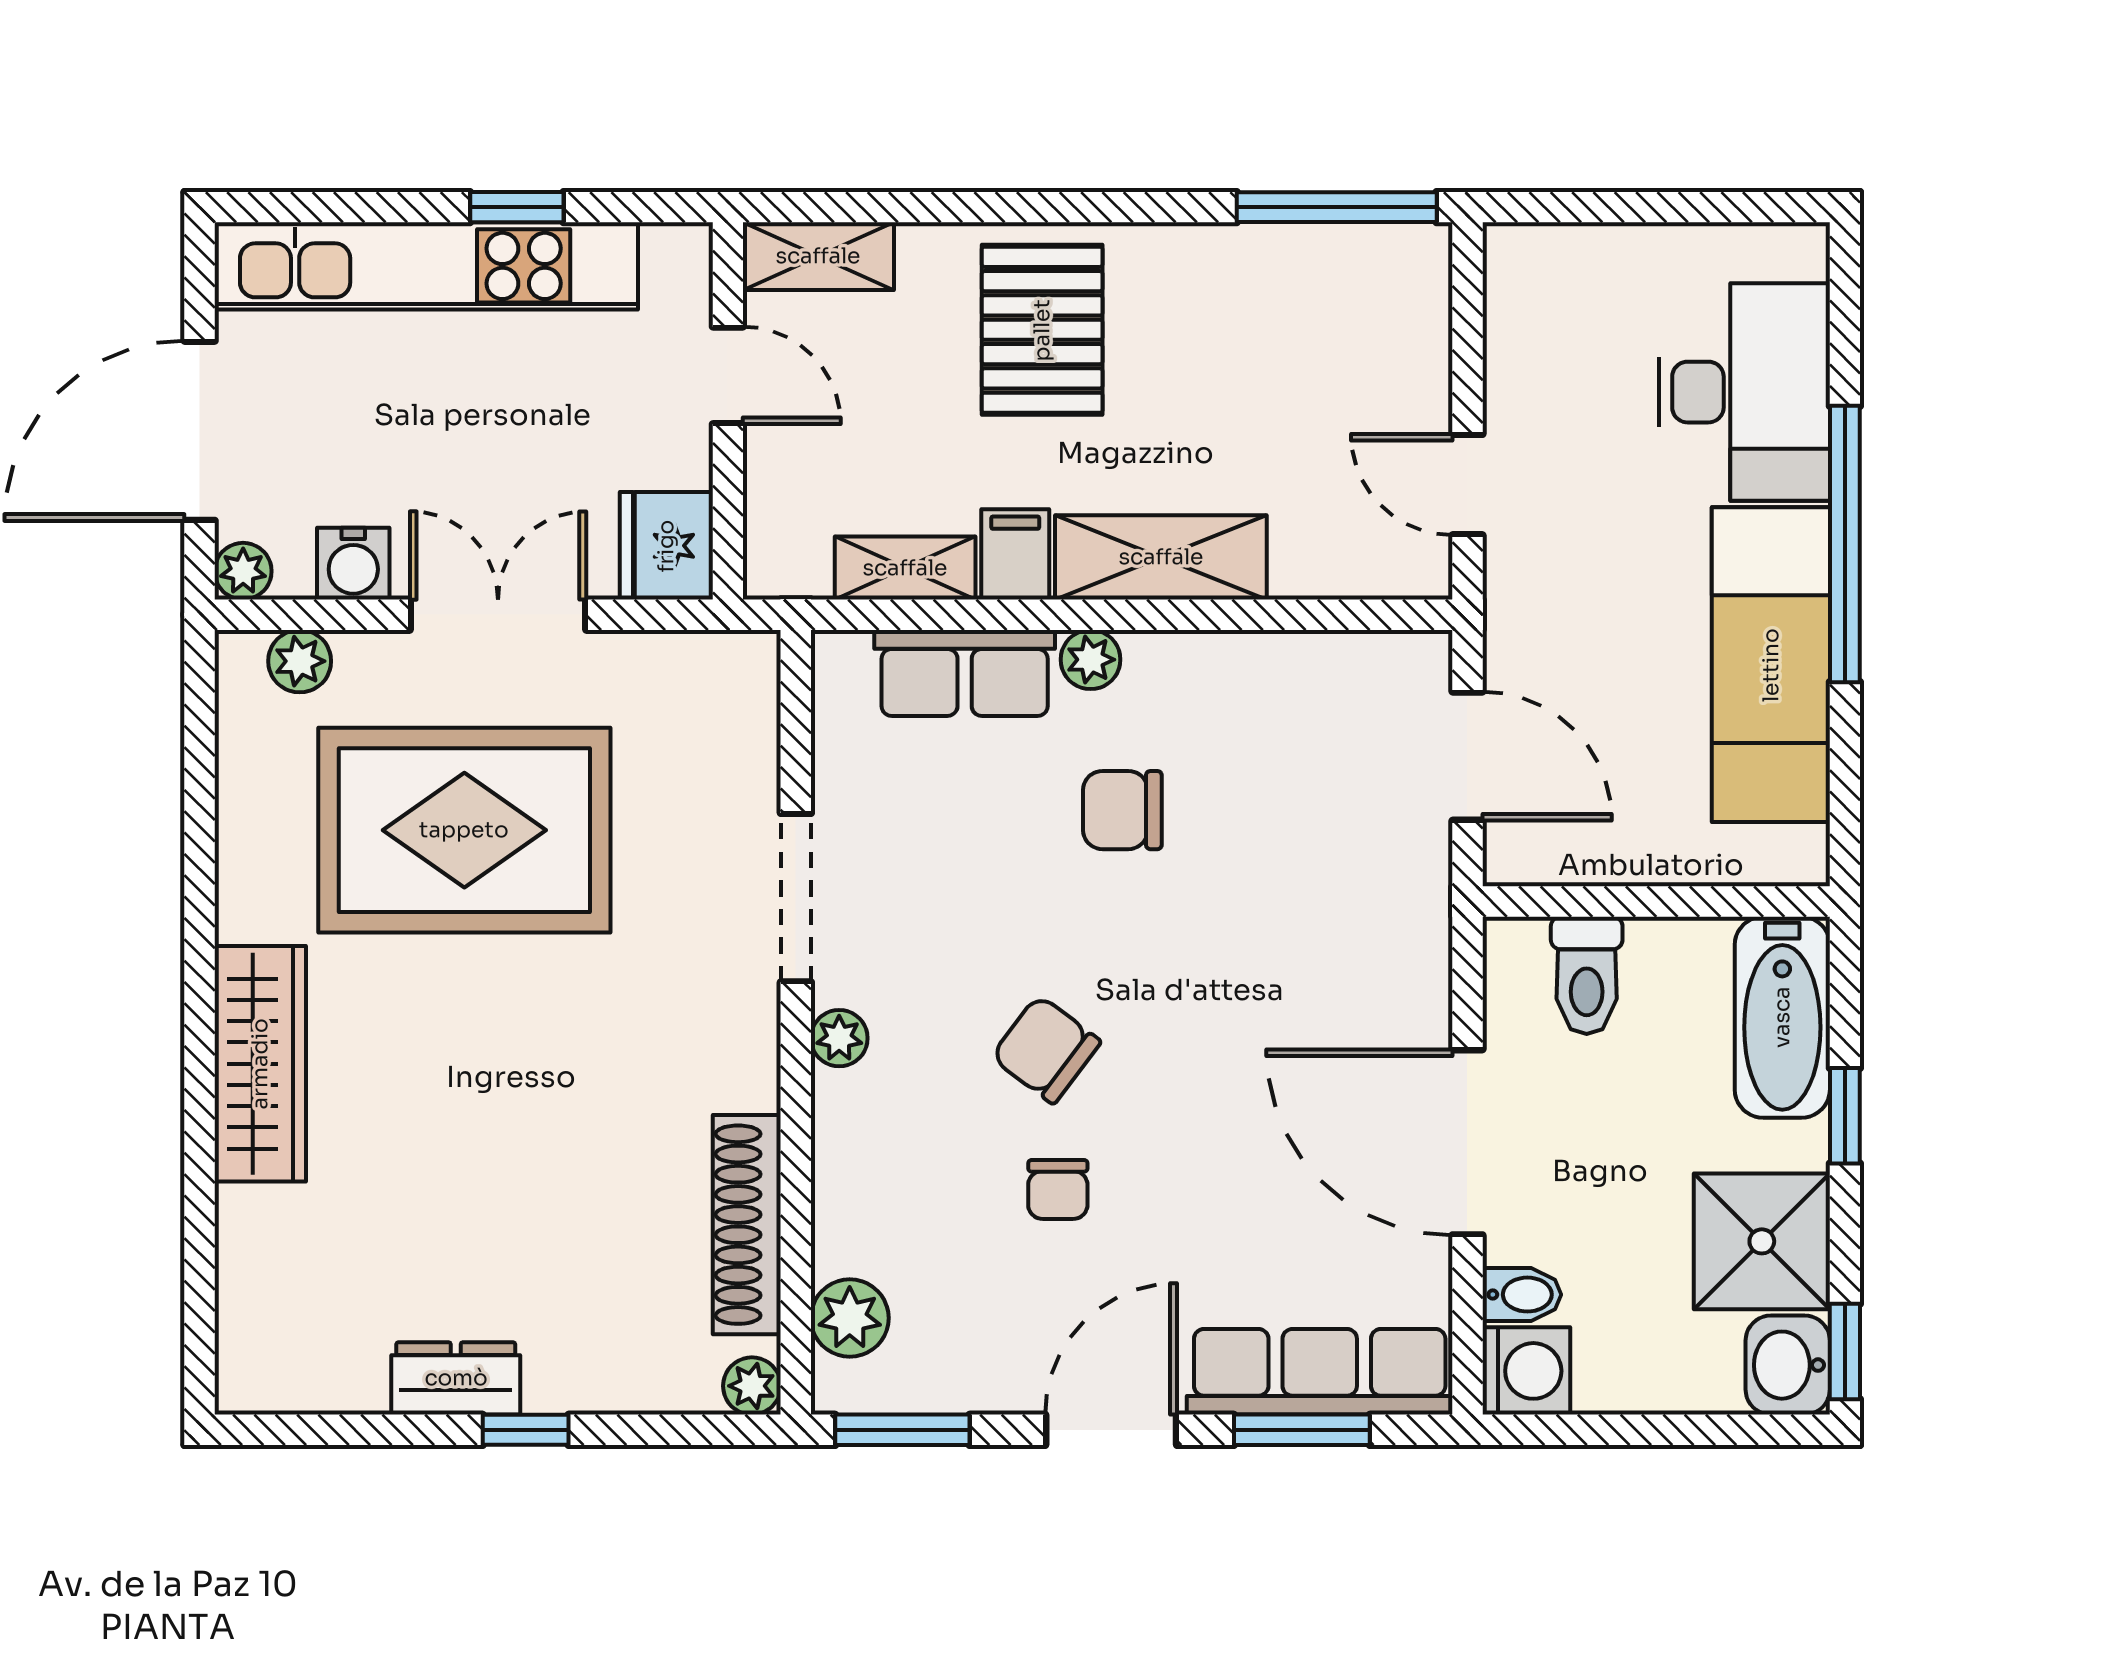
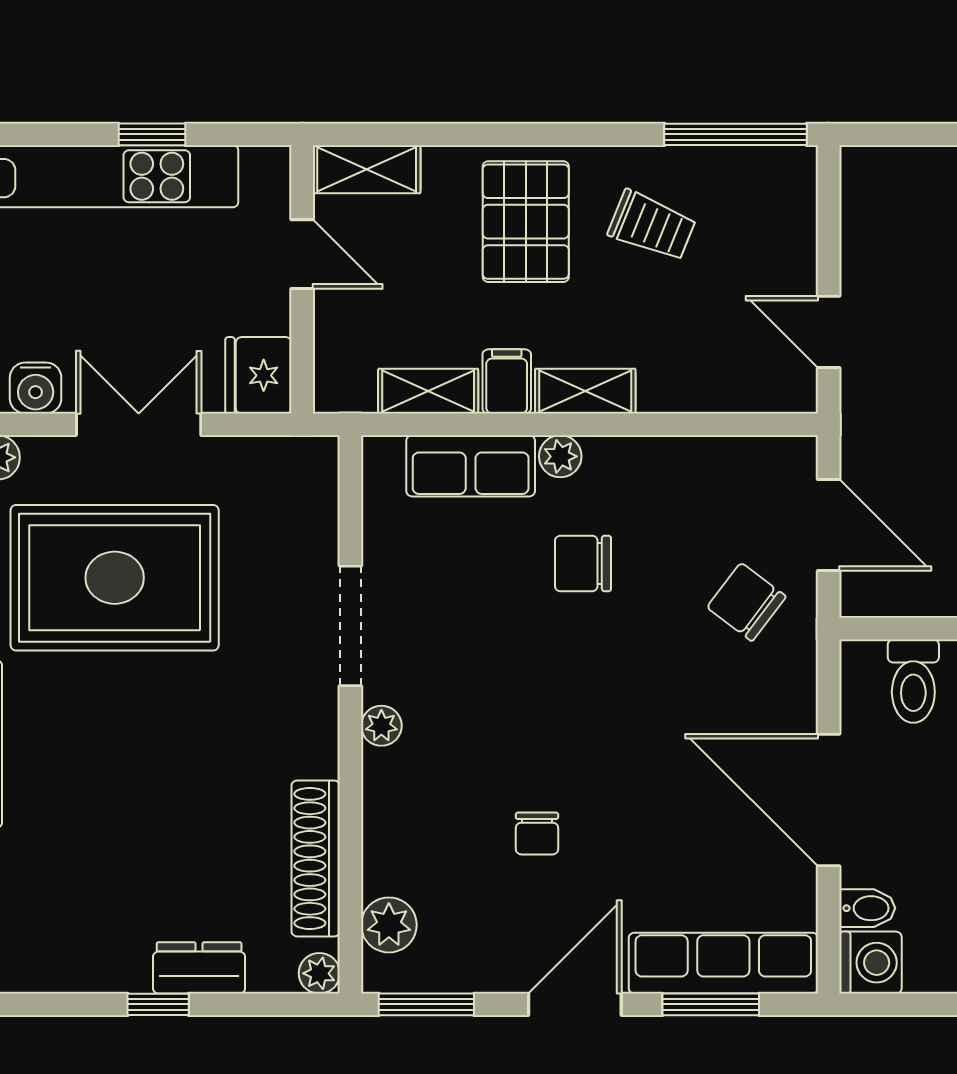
trolley: (1219, 336) -> (652, 226), added
shelving: (1161, 557) -> (585, 391), width x0.67, depth x0.75
chair: (1046, 1049) -> (746, 602), moved
dresser: (456, 1378) -> (199, 968), moved

